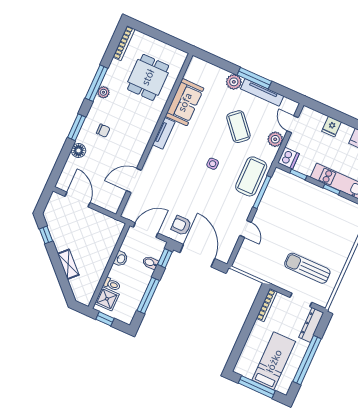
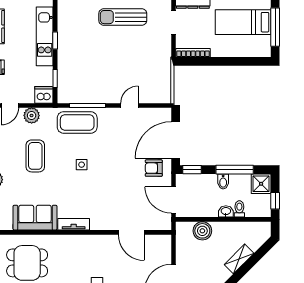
coffee table: (238, 127) -> (35, 156), turned -49
armchair: (181, 225) -> (154, 168), turned 90
boiler: (107, 243) -> (202, 231), added
washbasin: (121, 259) -> (226, 211), moved
bidet: (150, 263) -> (223, 182), moved
sun lounger: (307, 268) -> (123, 17), moved, turned 90
shower: (107, 299) -> (261, 184), moved

